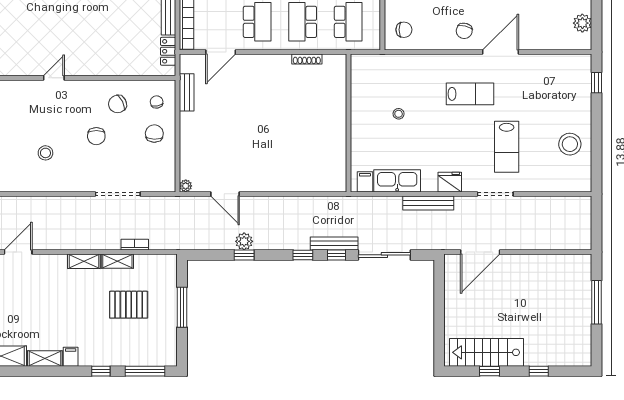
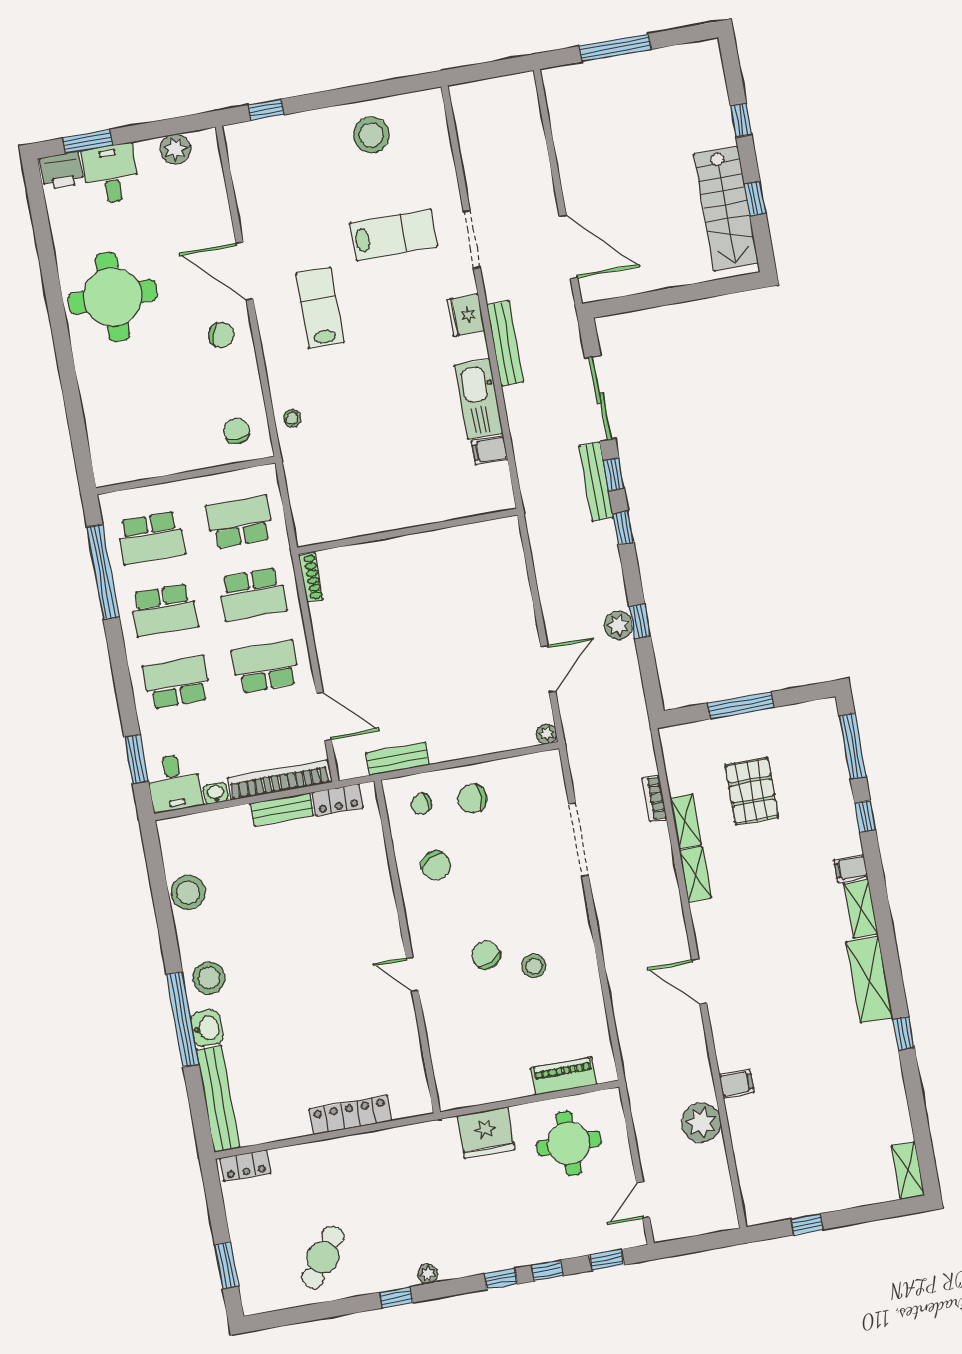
stool: (399, 114) -> (292, 418), moved
wall: (348, 123) -> (407, 531), moved
chair: (96, 136) -> (486, 955), moved, turned -117

